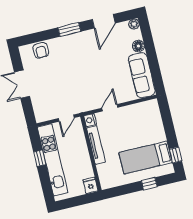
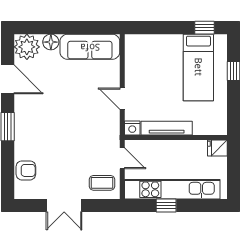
plant: (134, 24) -> (27, 47), width x1.88, depth x1.88
coffee table: (45, 108) -> (102, 183), added

